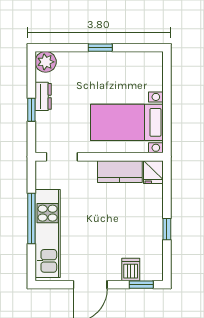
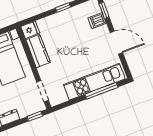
window: (31, 110) -> (35, 116), moved
window: (31, 218) -> (101, 91), moved

